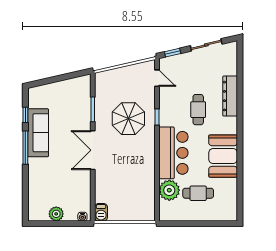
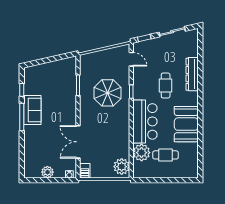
sofa: (38, 133) -> (32, 110), width x0.73
double door: (93, 150) -> (78, 142), moved
plant: (145, 207) -> (122, 167), added

